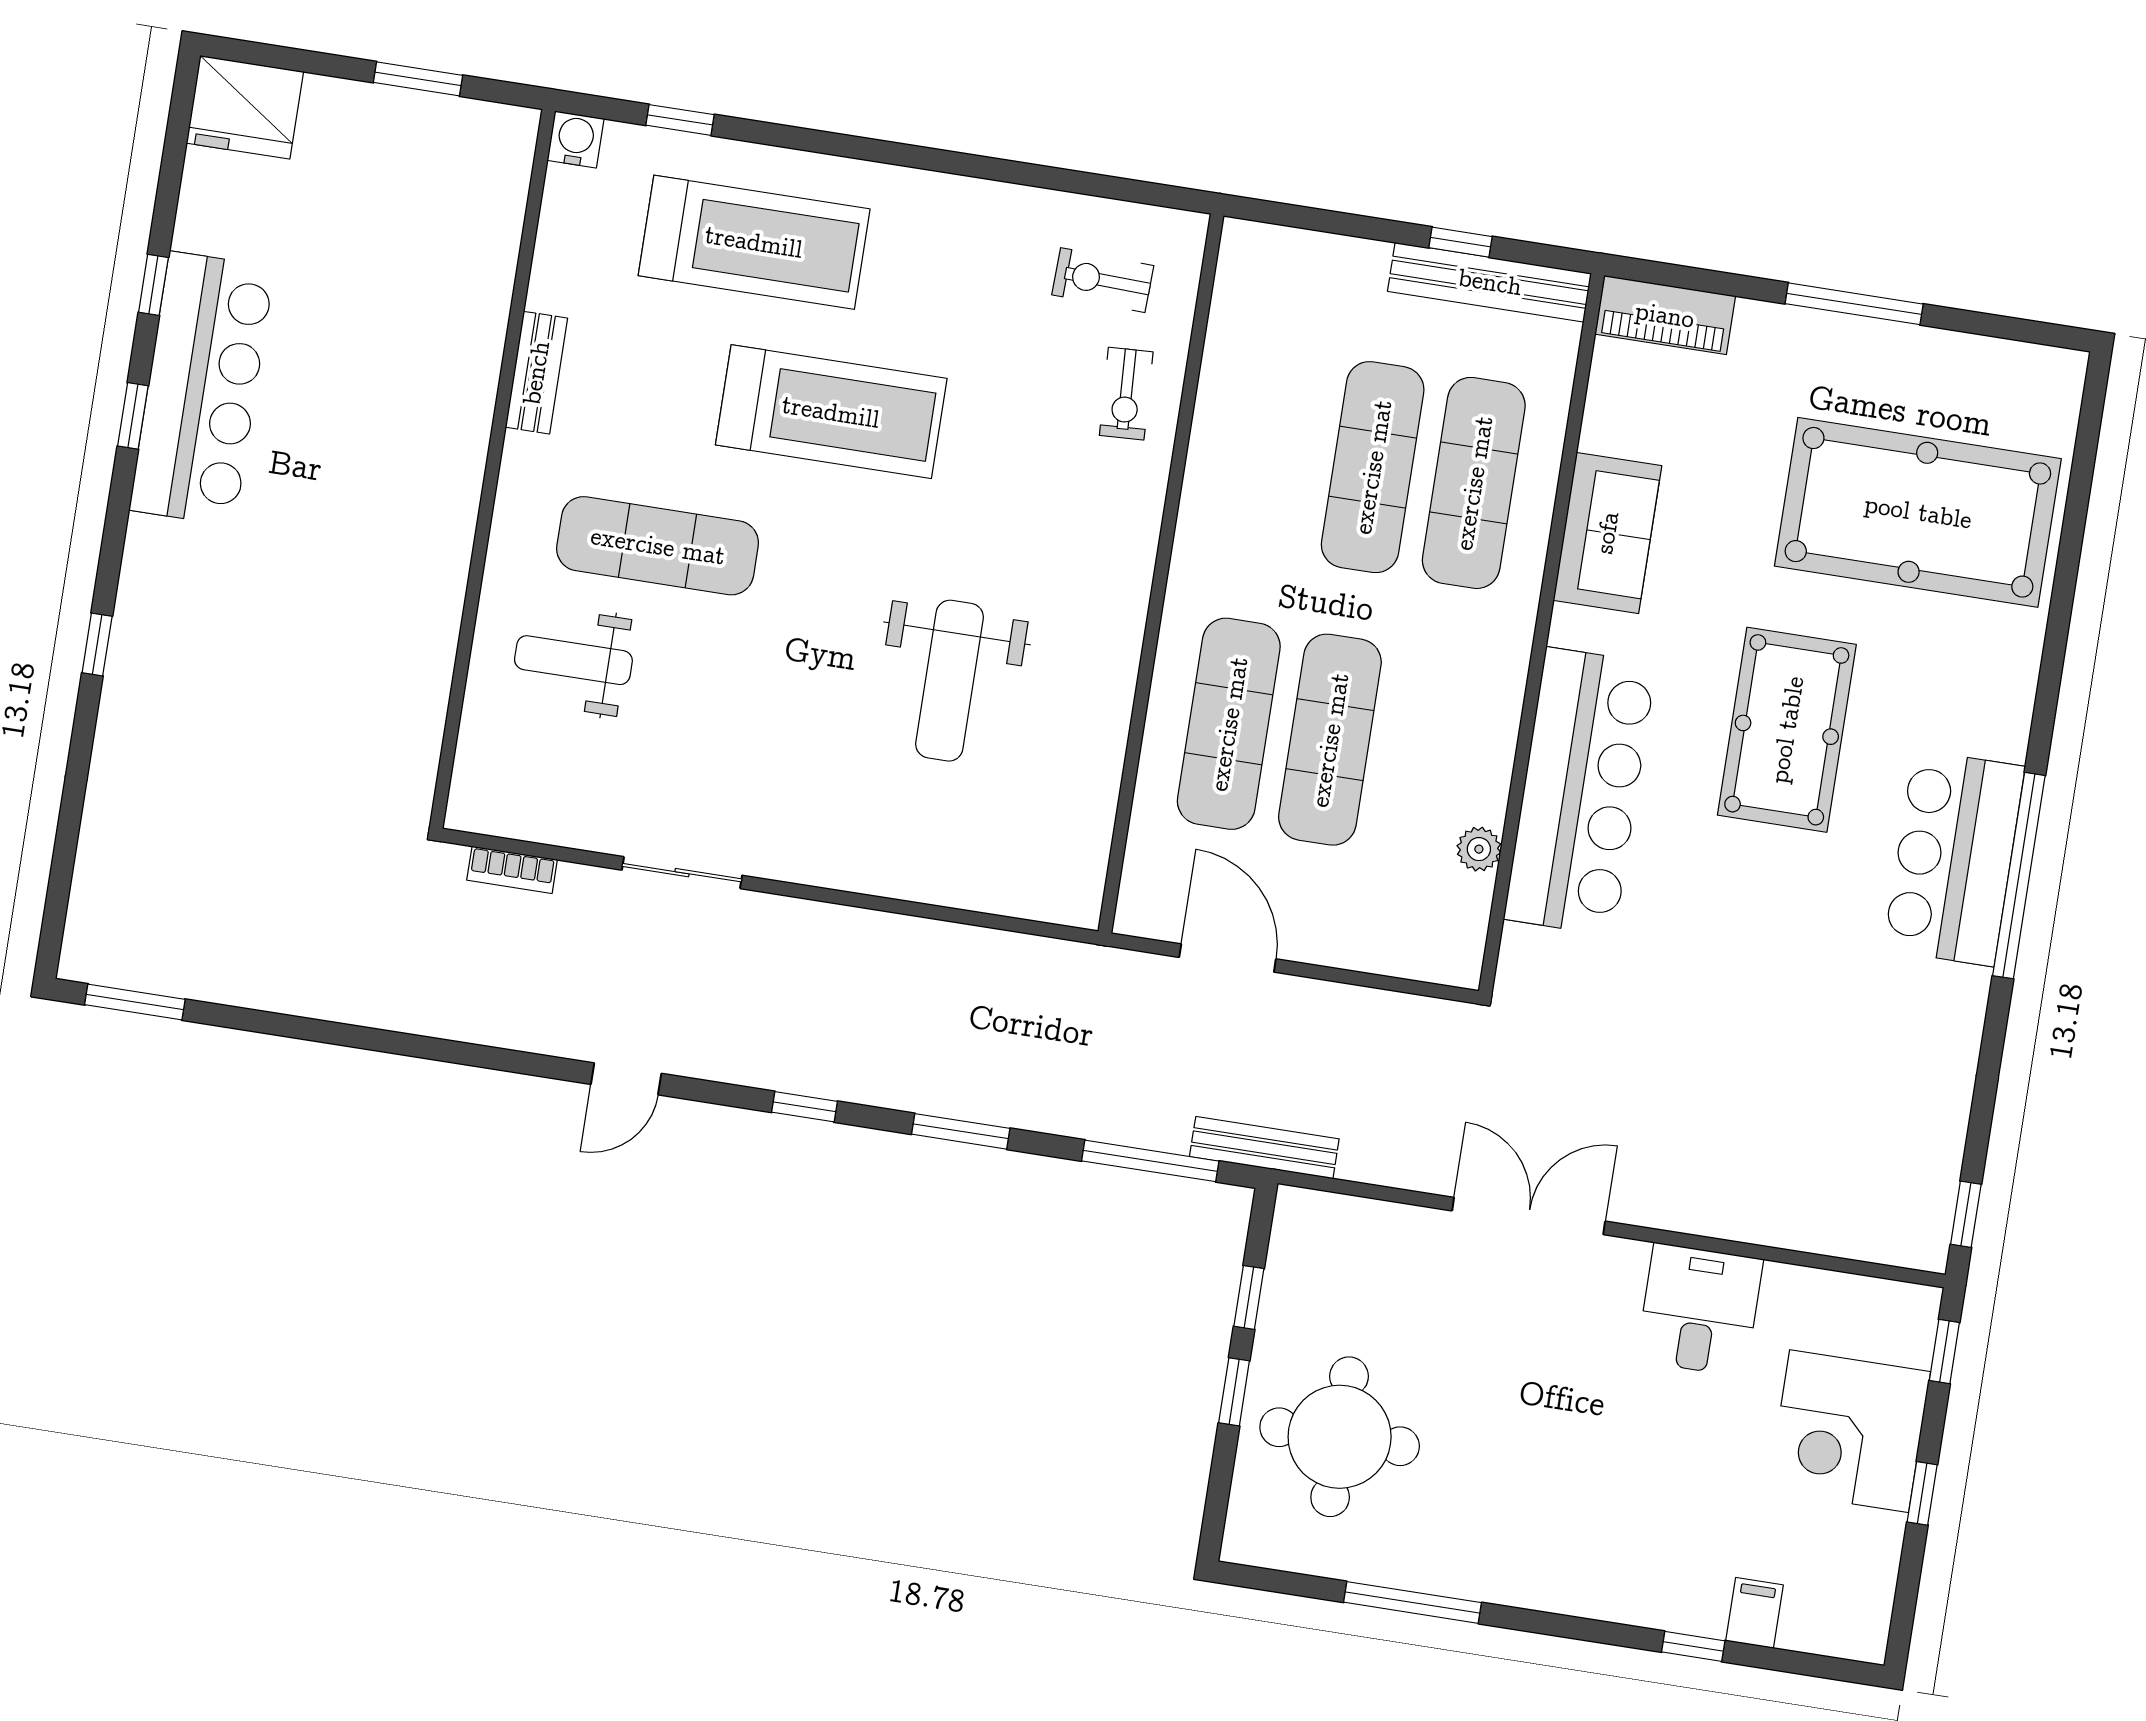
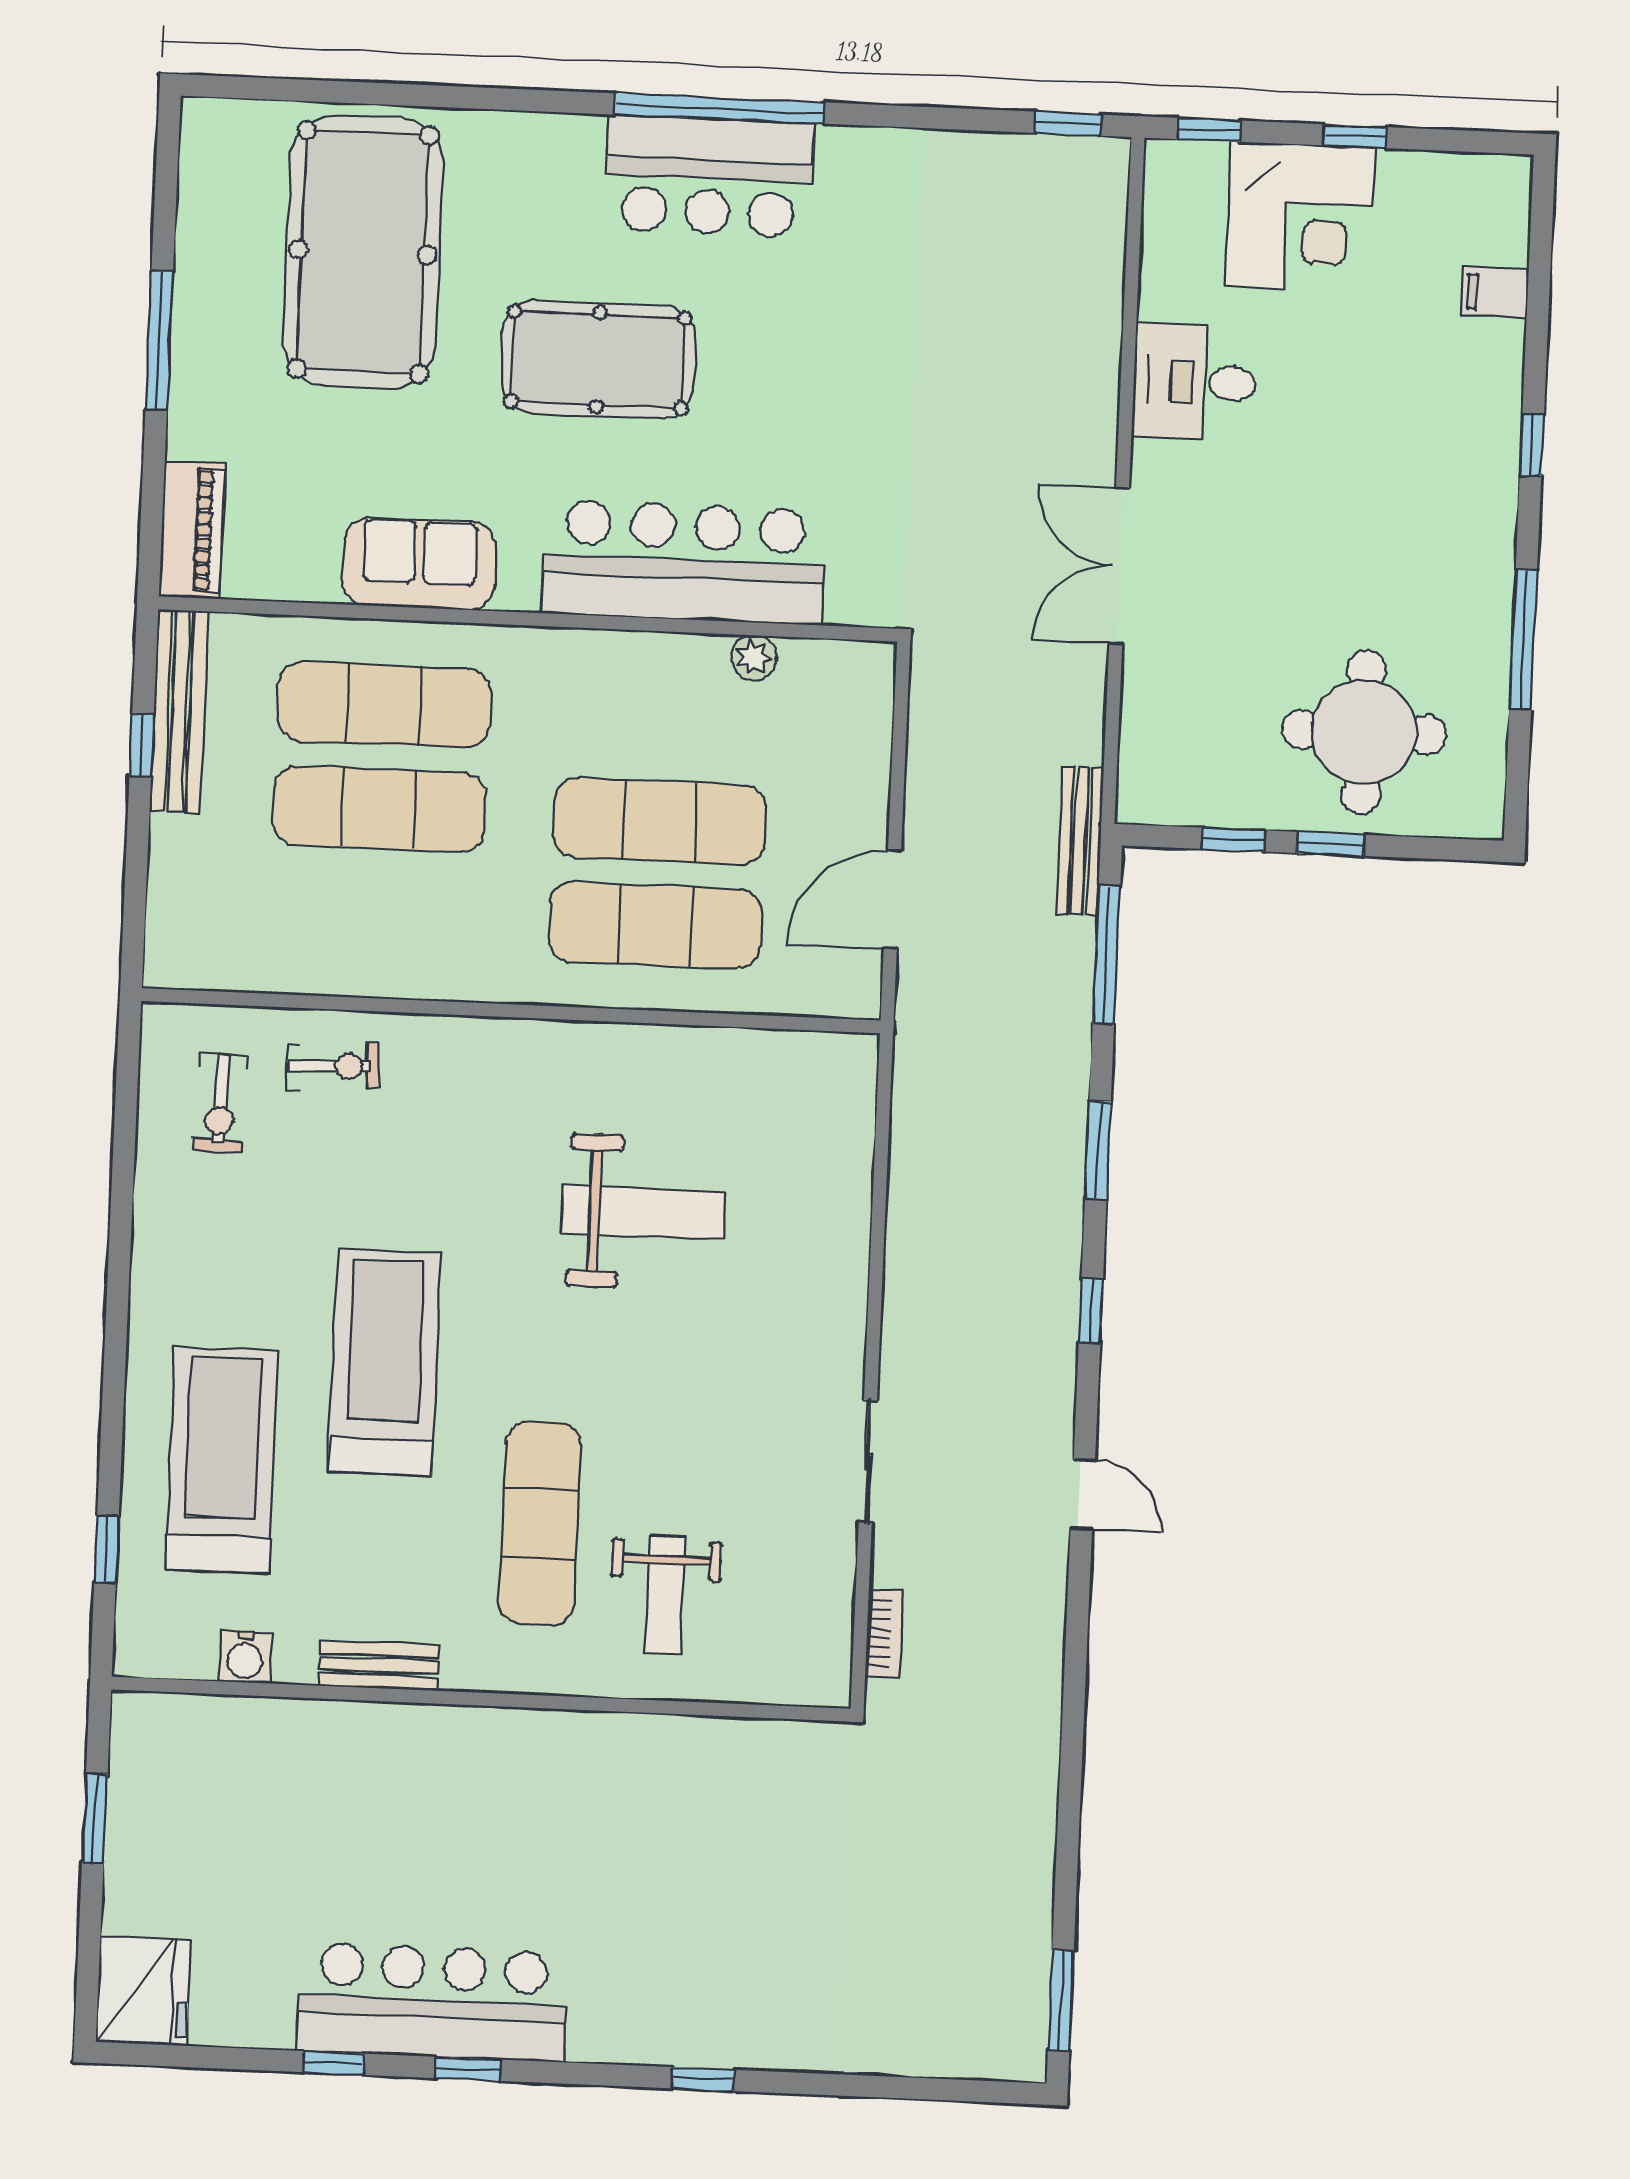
water cooler: (576, 139) -> (245, 1657), moved, turned -90
window: (1693, 1646) -> (1532, 445), moved

